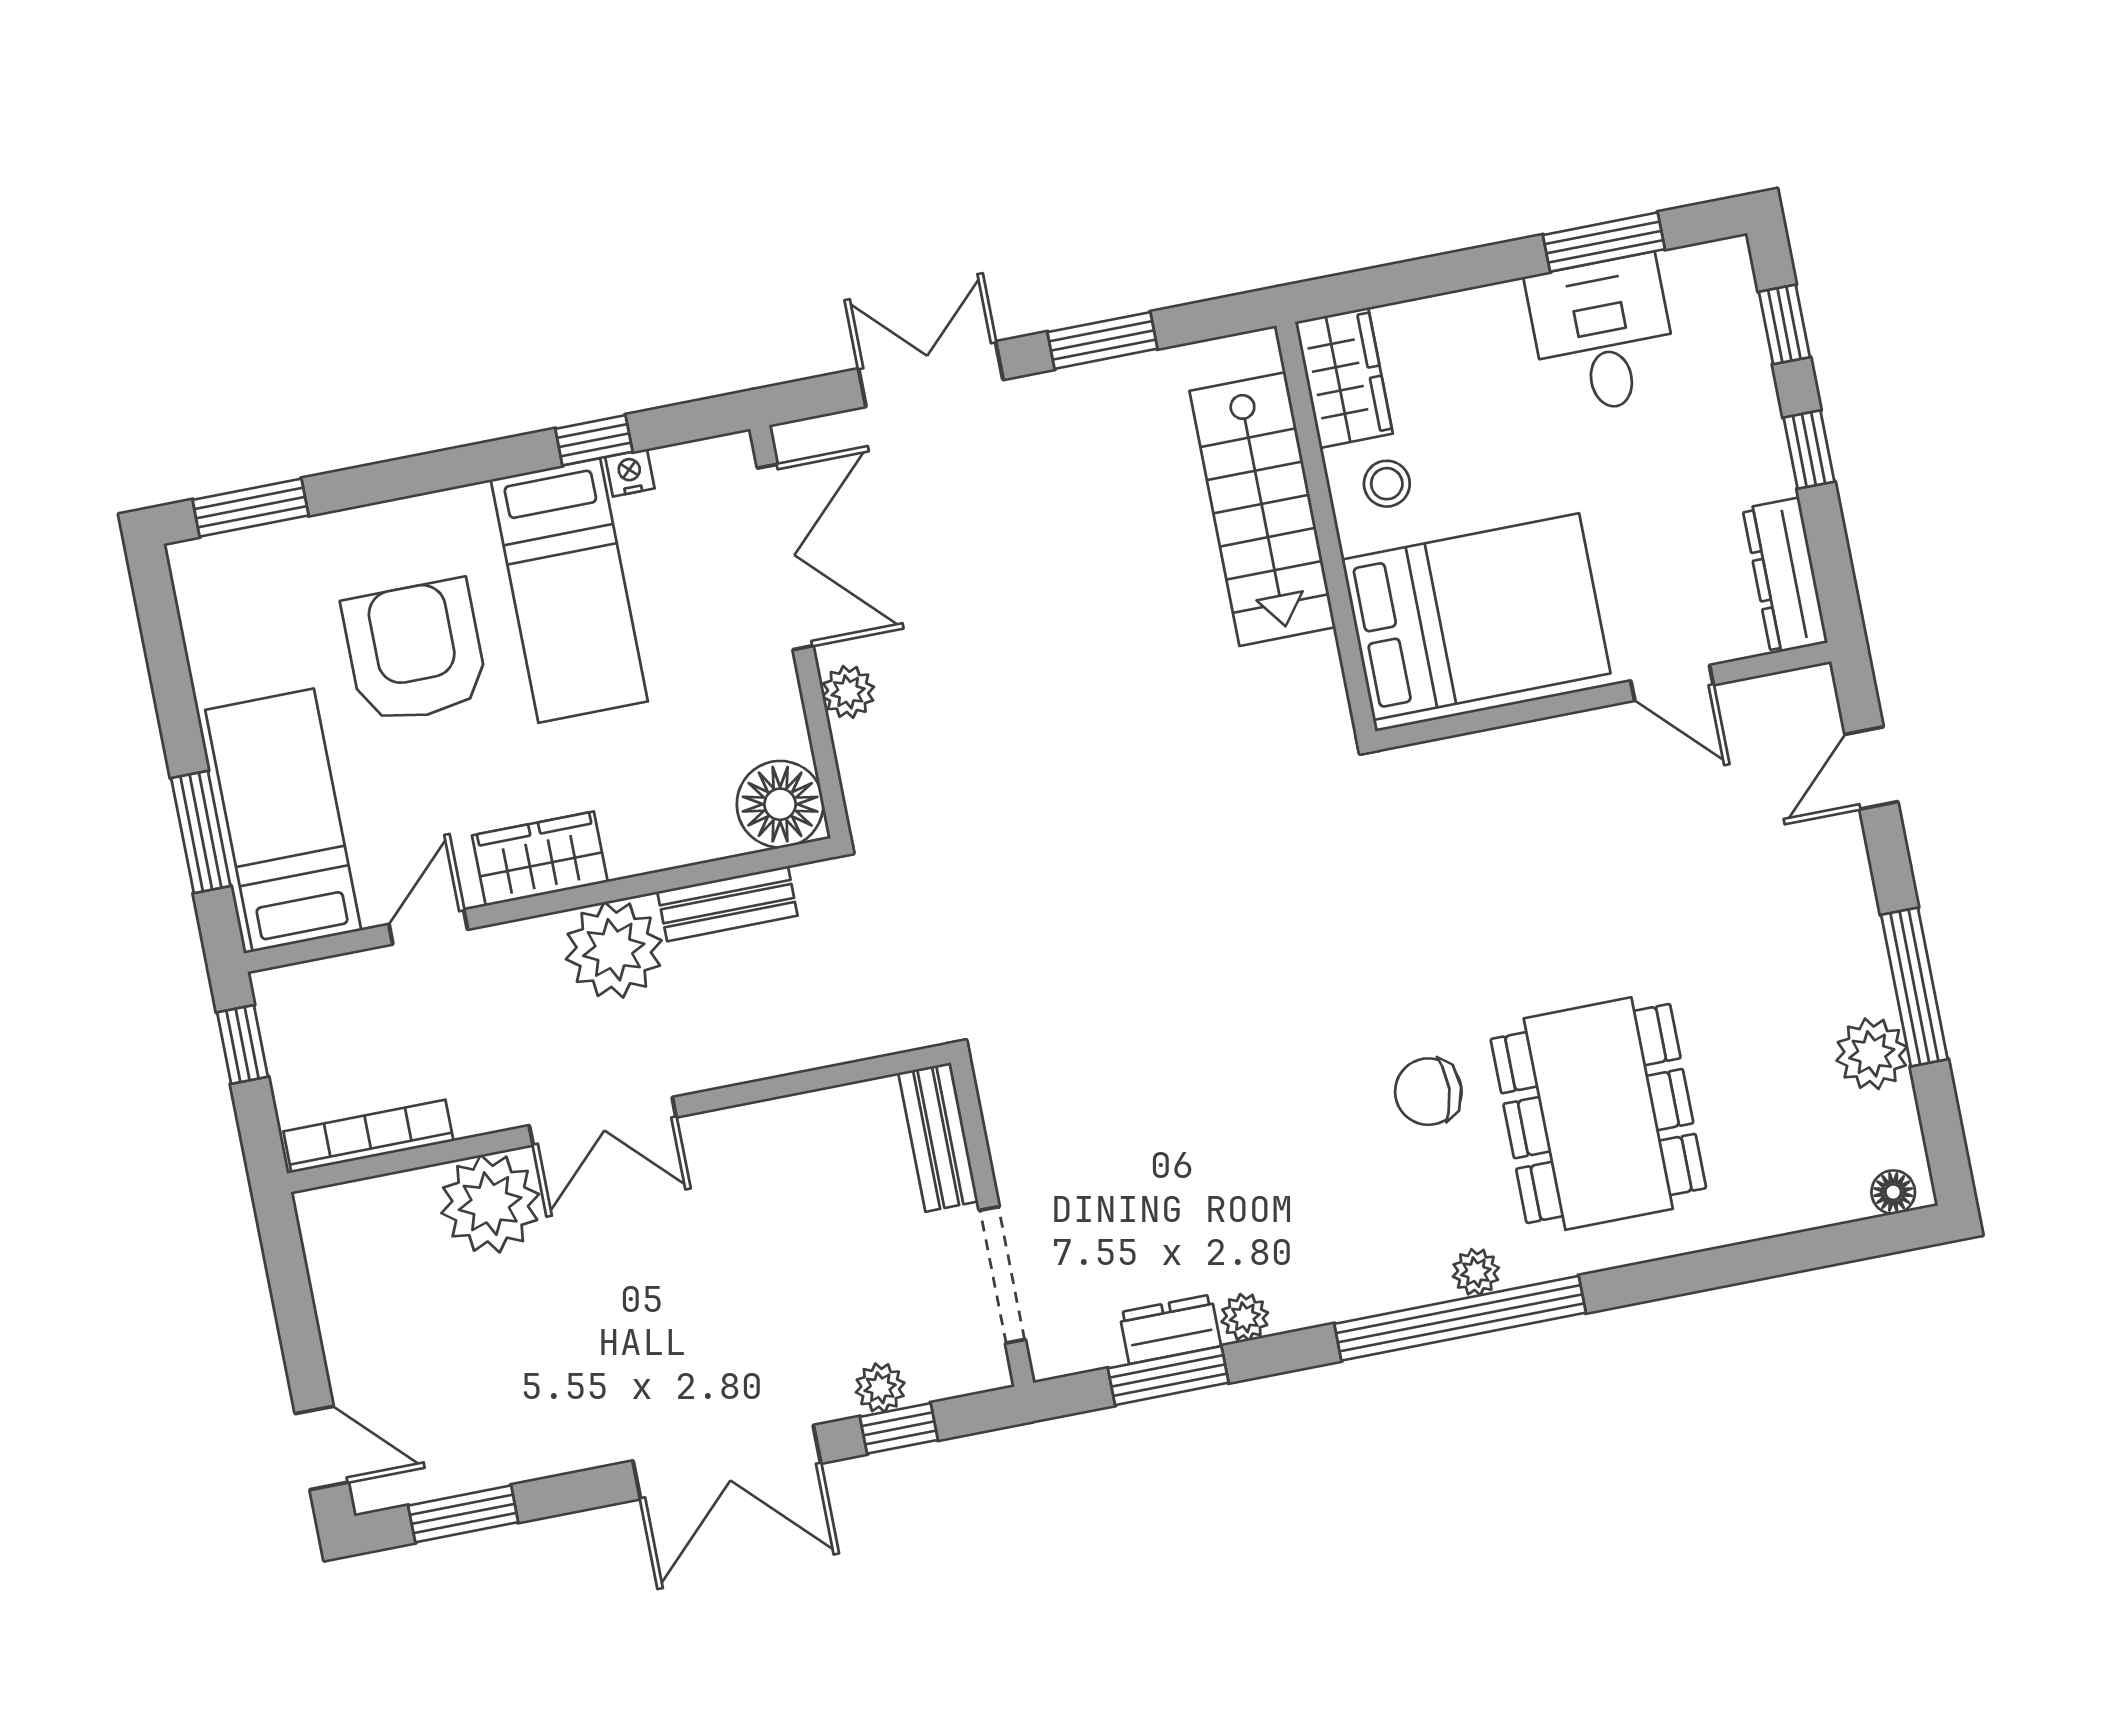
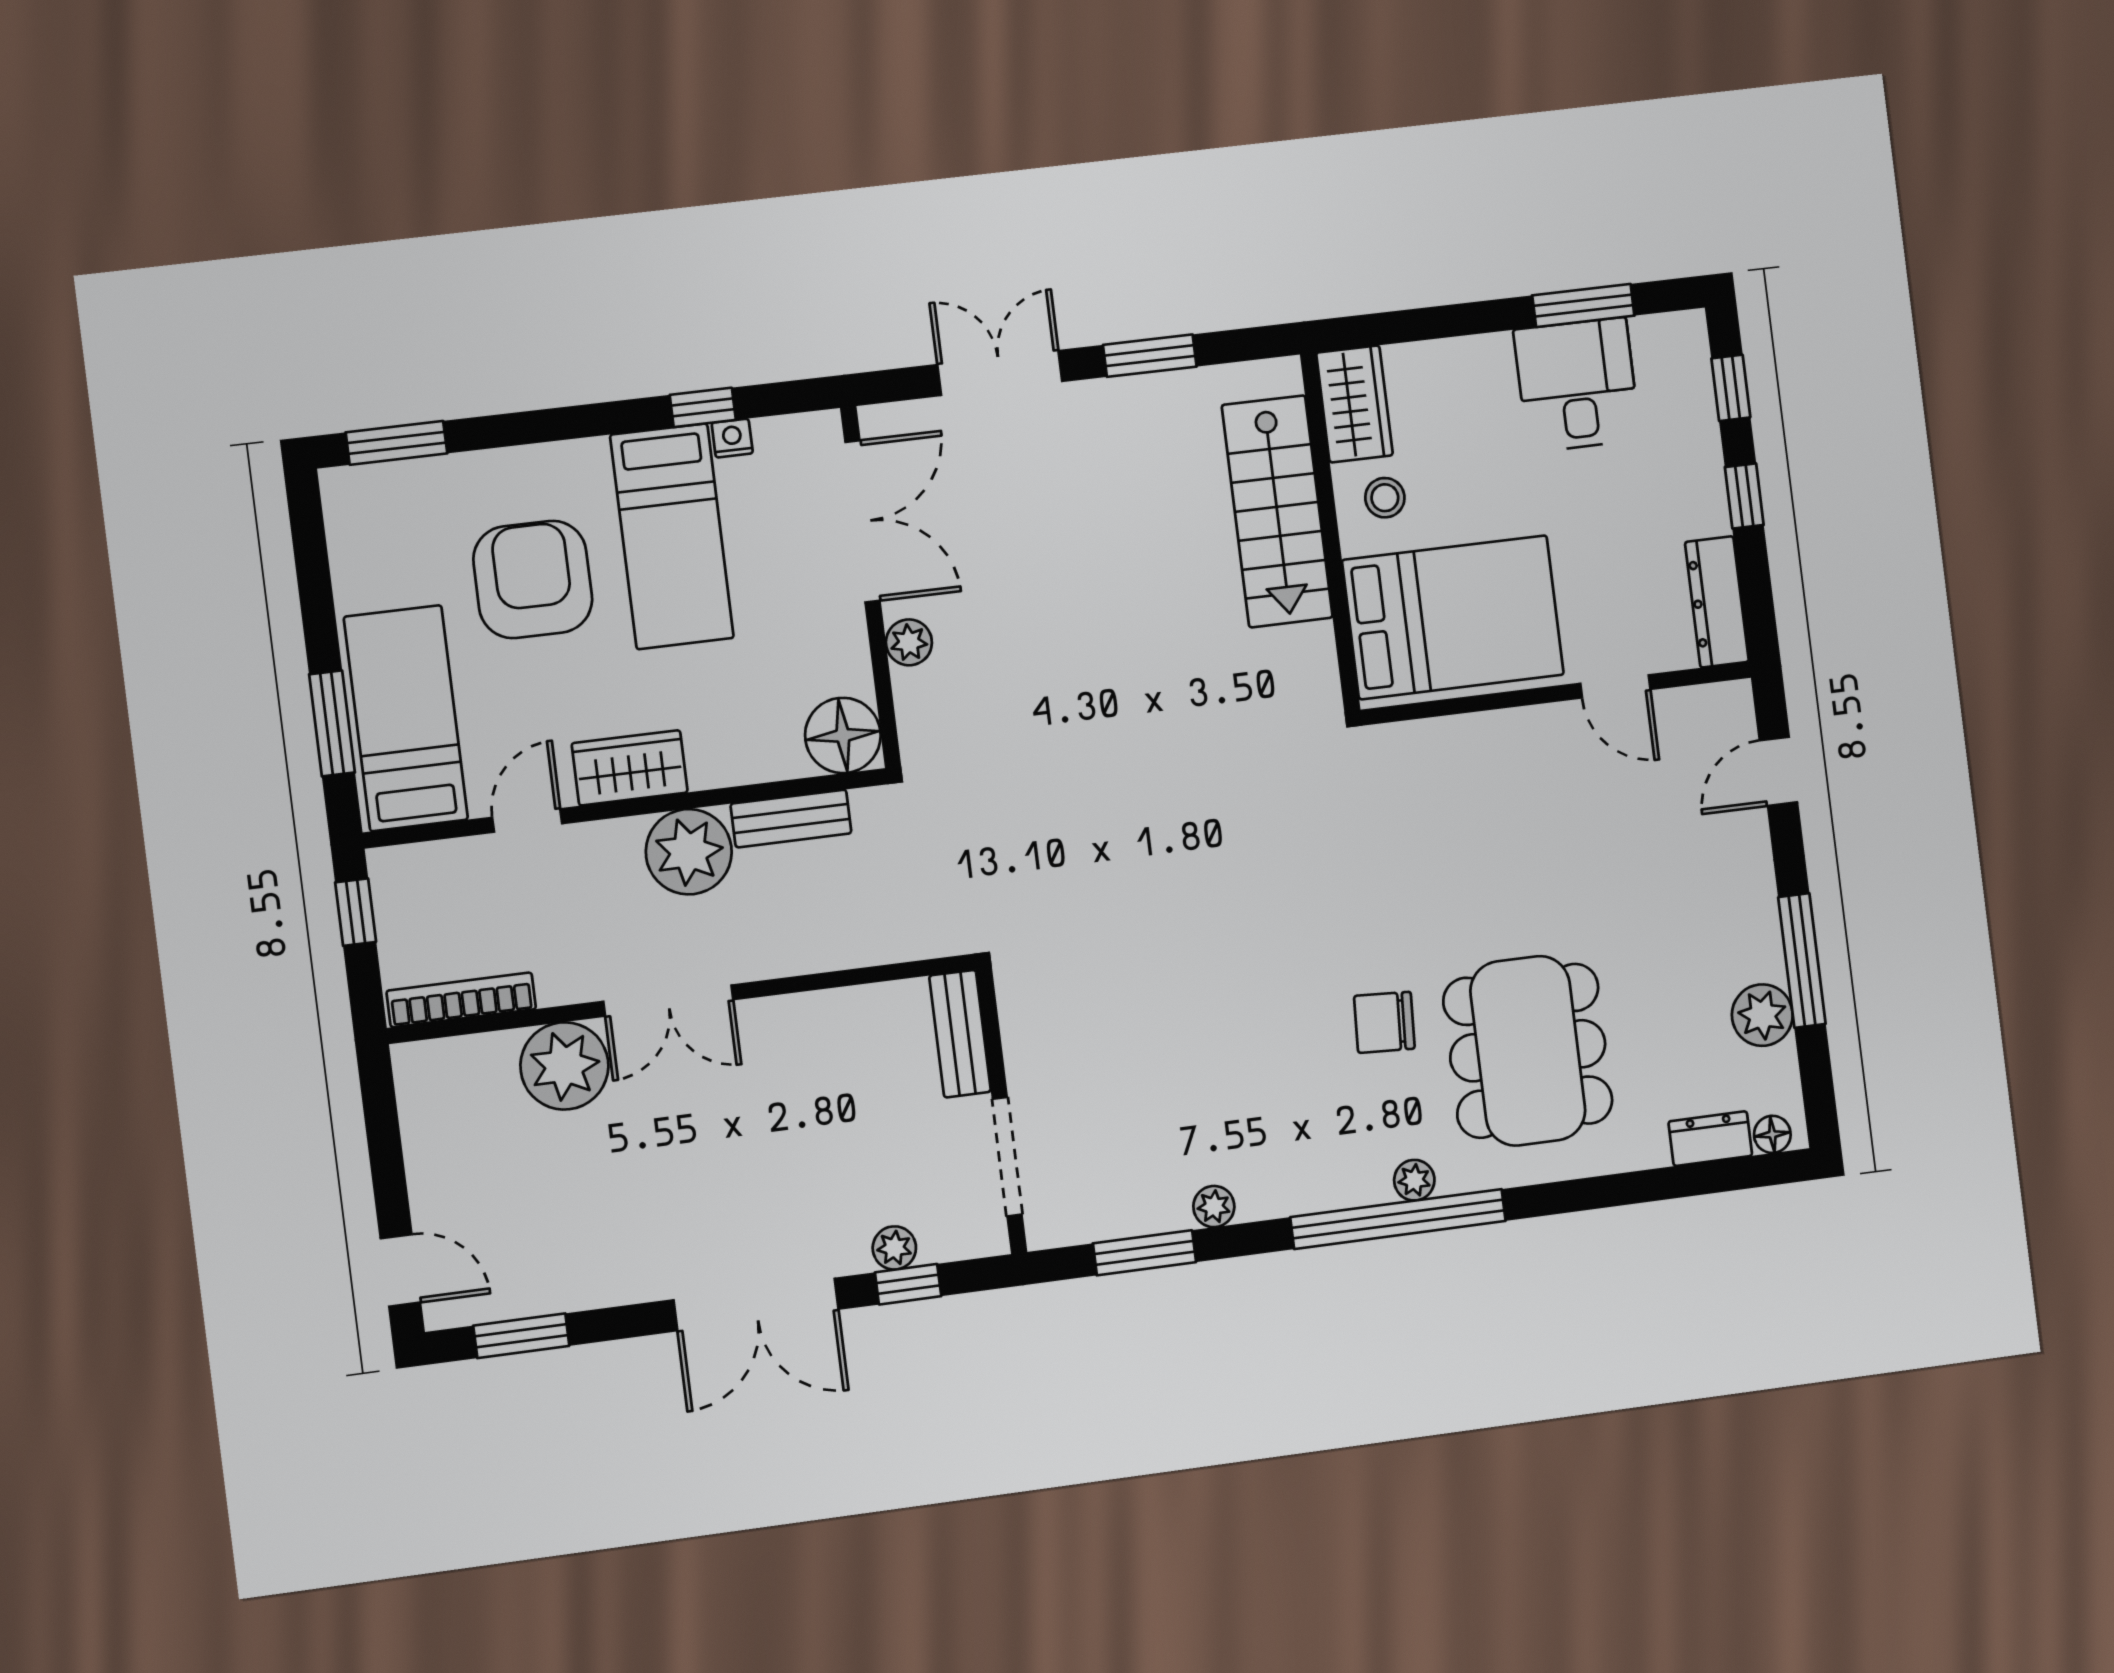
dresser: (1170, 1329) -> (1710, 1139), moved

